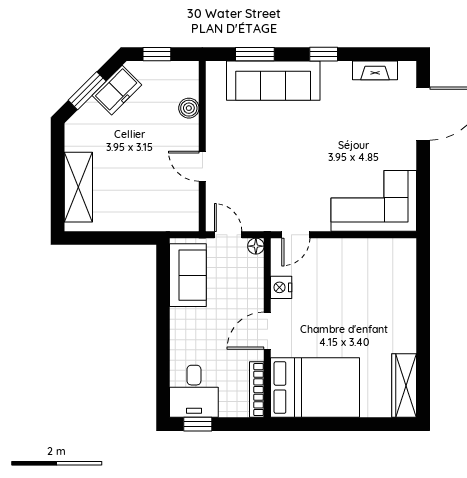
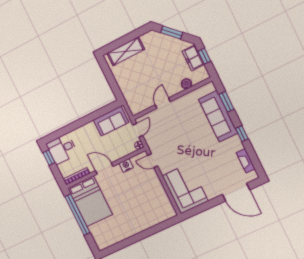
freezer: (117, 90) -> (193, 58), moved, turned 45
wardrobe: (404, 386) -> (110, 240), removed
window: (328, 424) -> (77, 215), added

